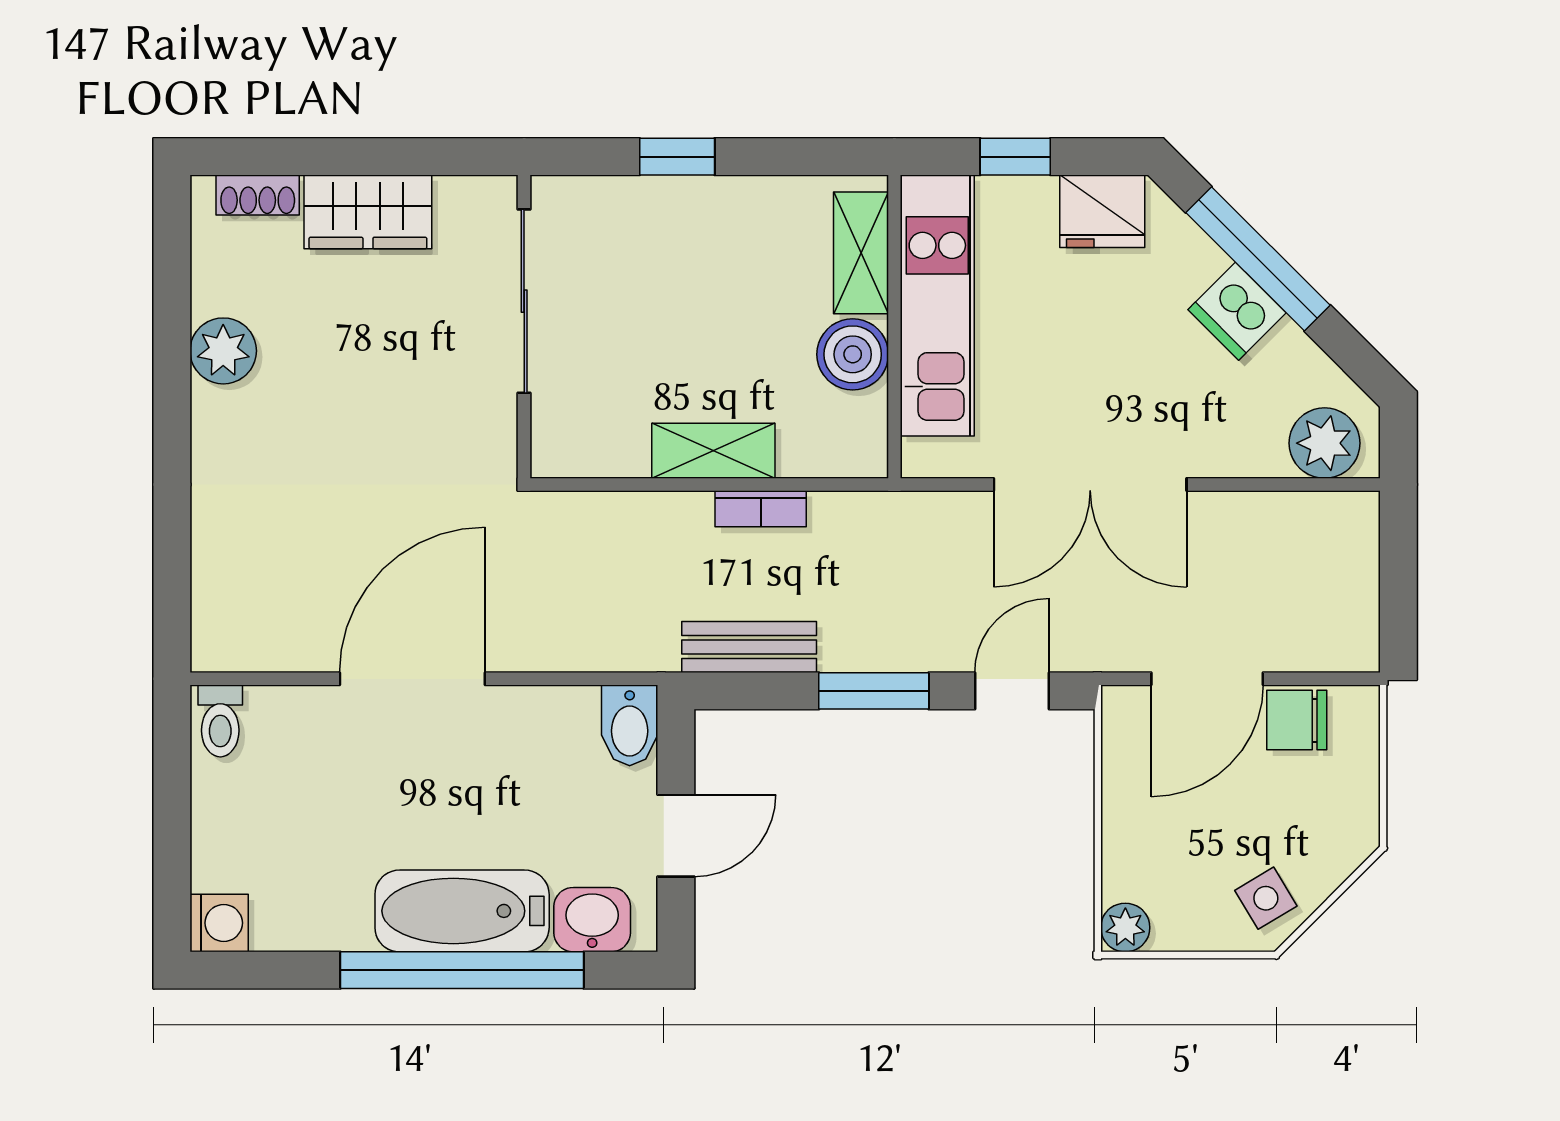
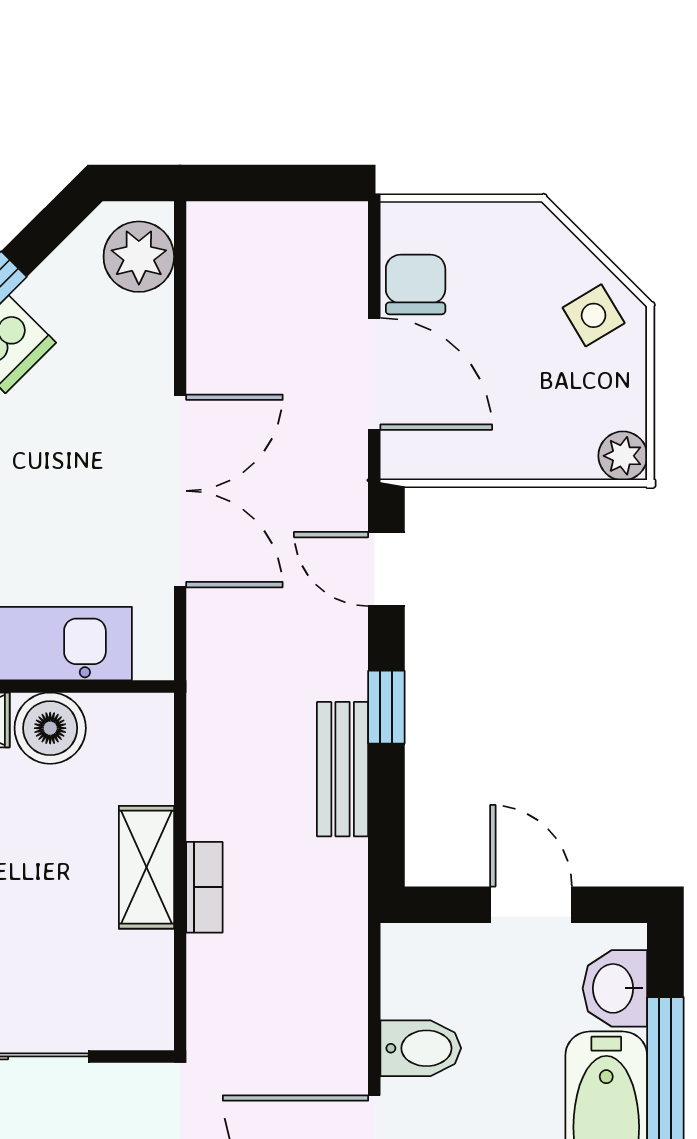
bookcase: (761, 509) -> (204, 887), moved
bench: (749, 647) -> (343, 769), moved
window: (874, 691) -> (386, 707), width x0.67
chair: (1297, 720) -> (416, 284), turned 180
bidet: (630, 725) -> (421, 1048), moved

